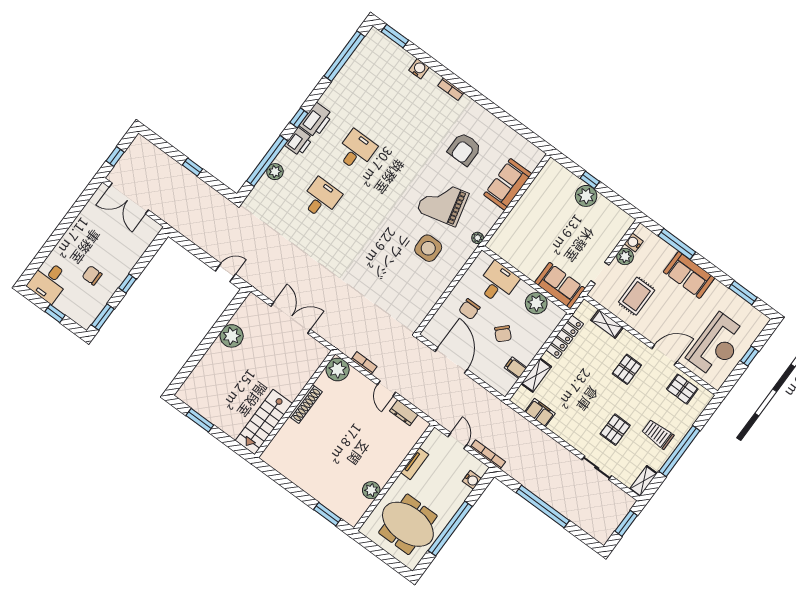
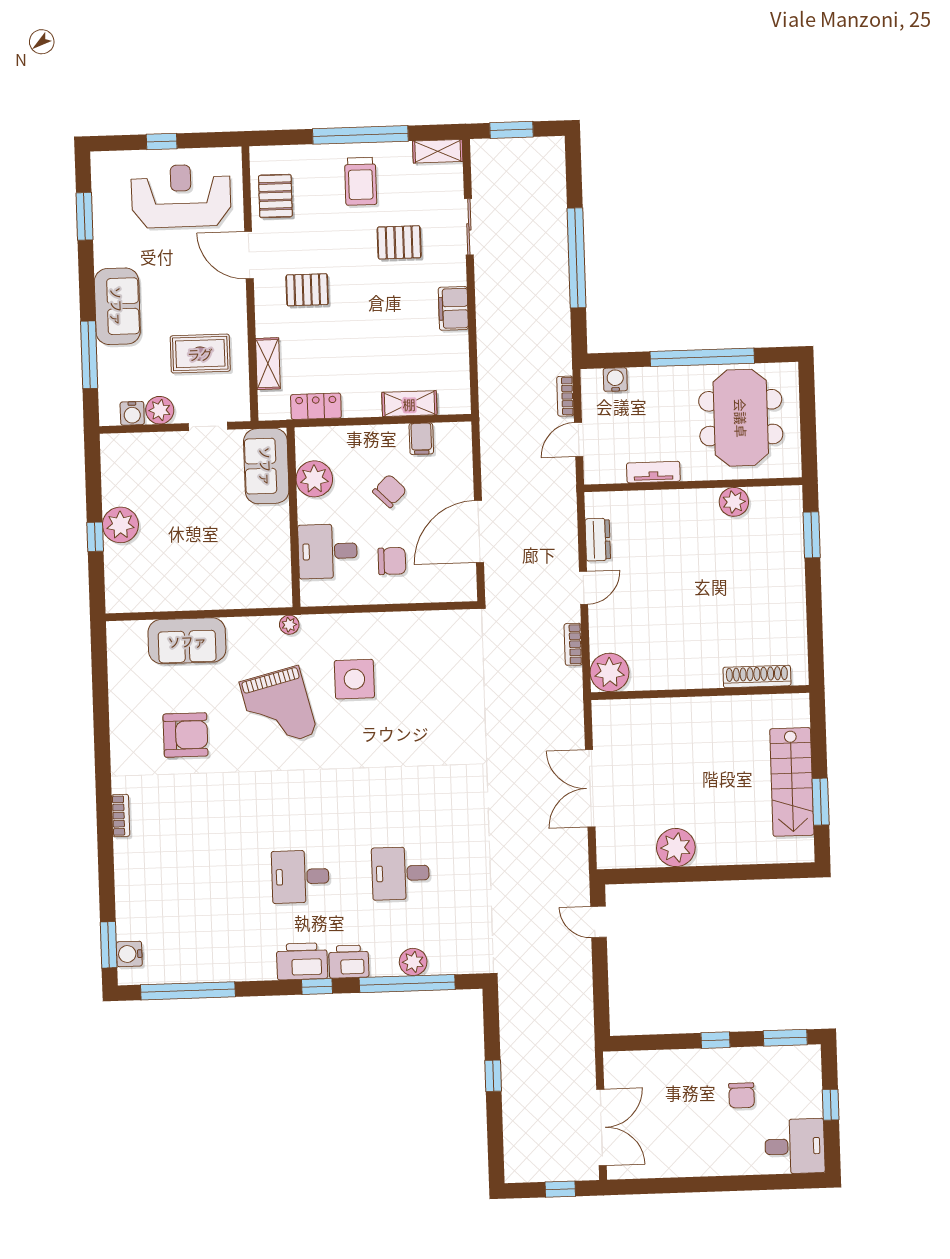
water cooler: (419, 69) -> (129, 954), moved
locker: (565, 337) -> (316, 406), width x0.66
shoe rack: (306, 404) -> (757, 676), moved
filing cabinet: (540, 413) -> (453, 308), moved
stairs: (264, 422) -> (792, 782), moved, turned 90
bookcase: (488, 454) -> (565, 396), width x0.64

